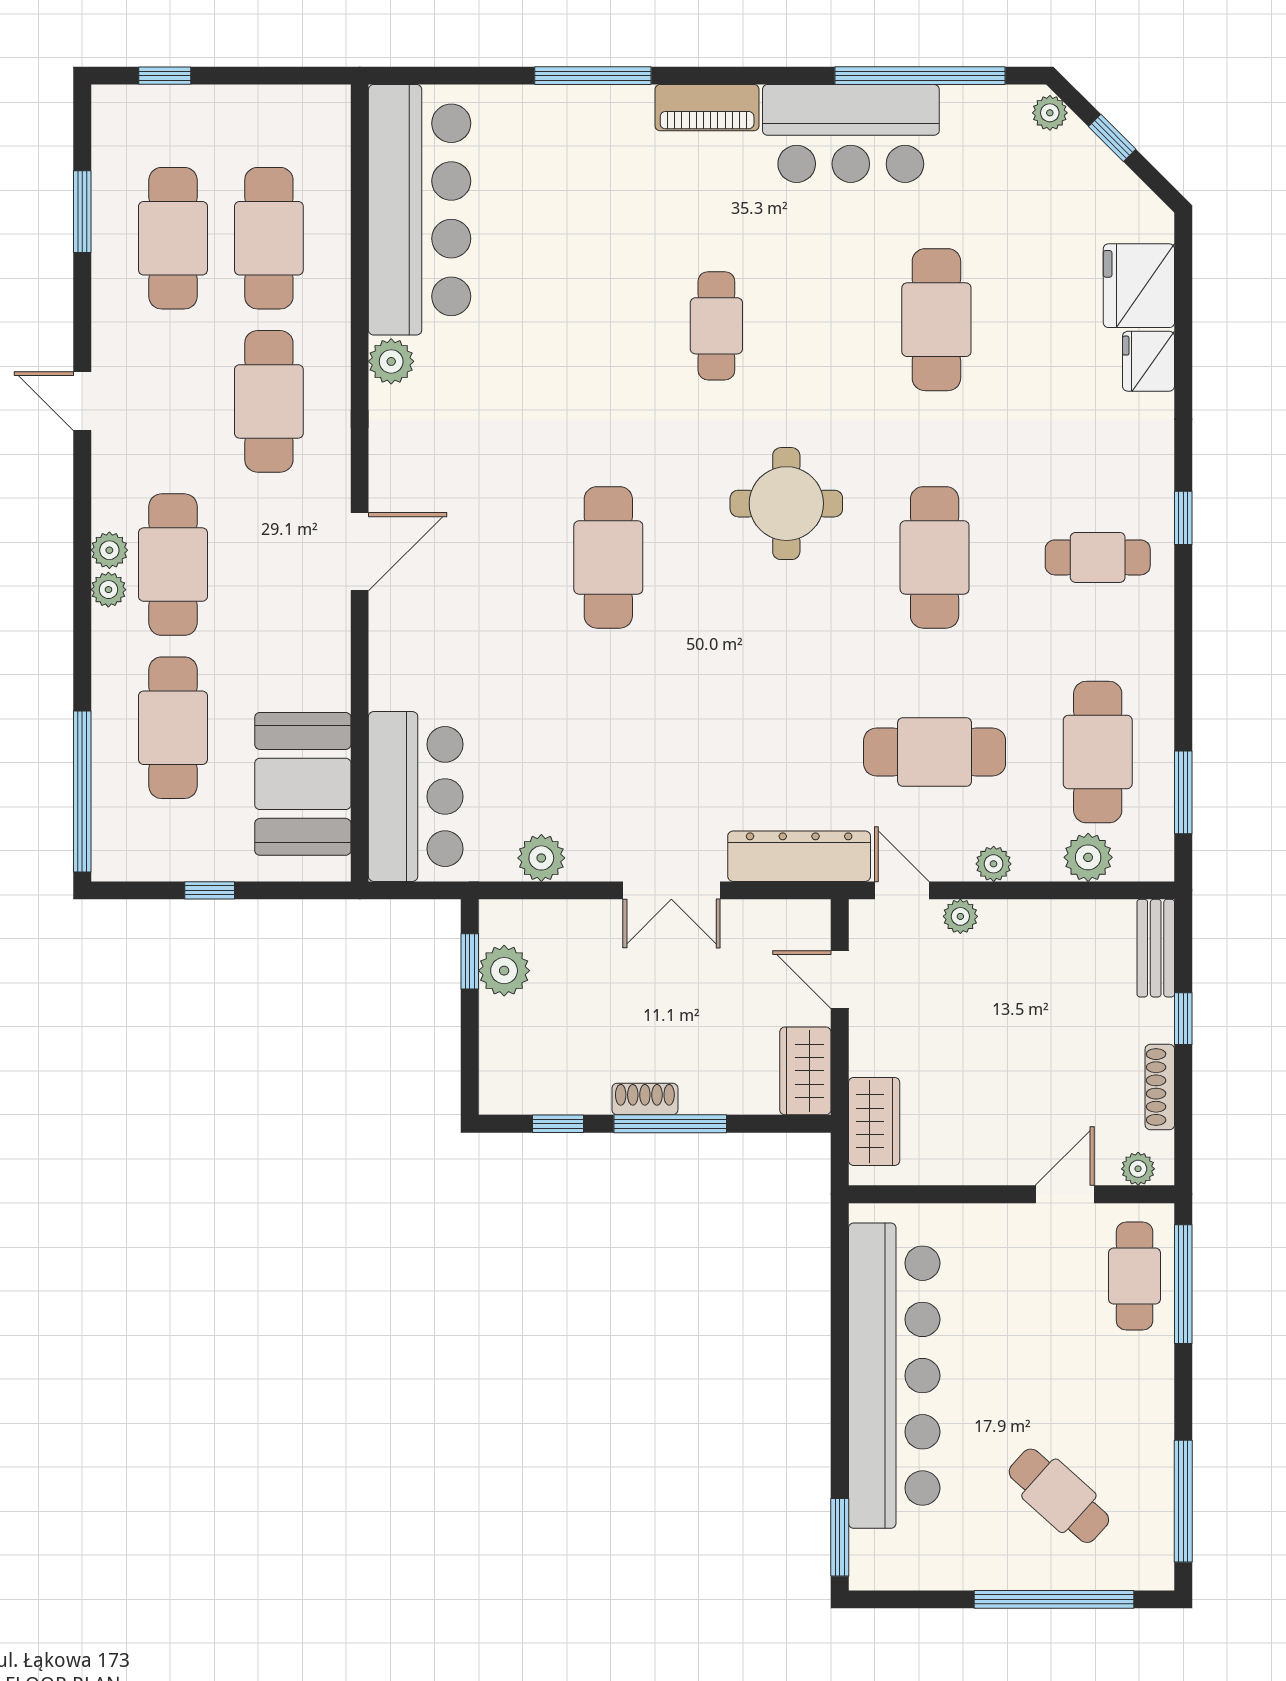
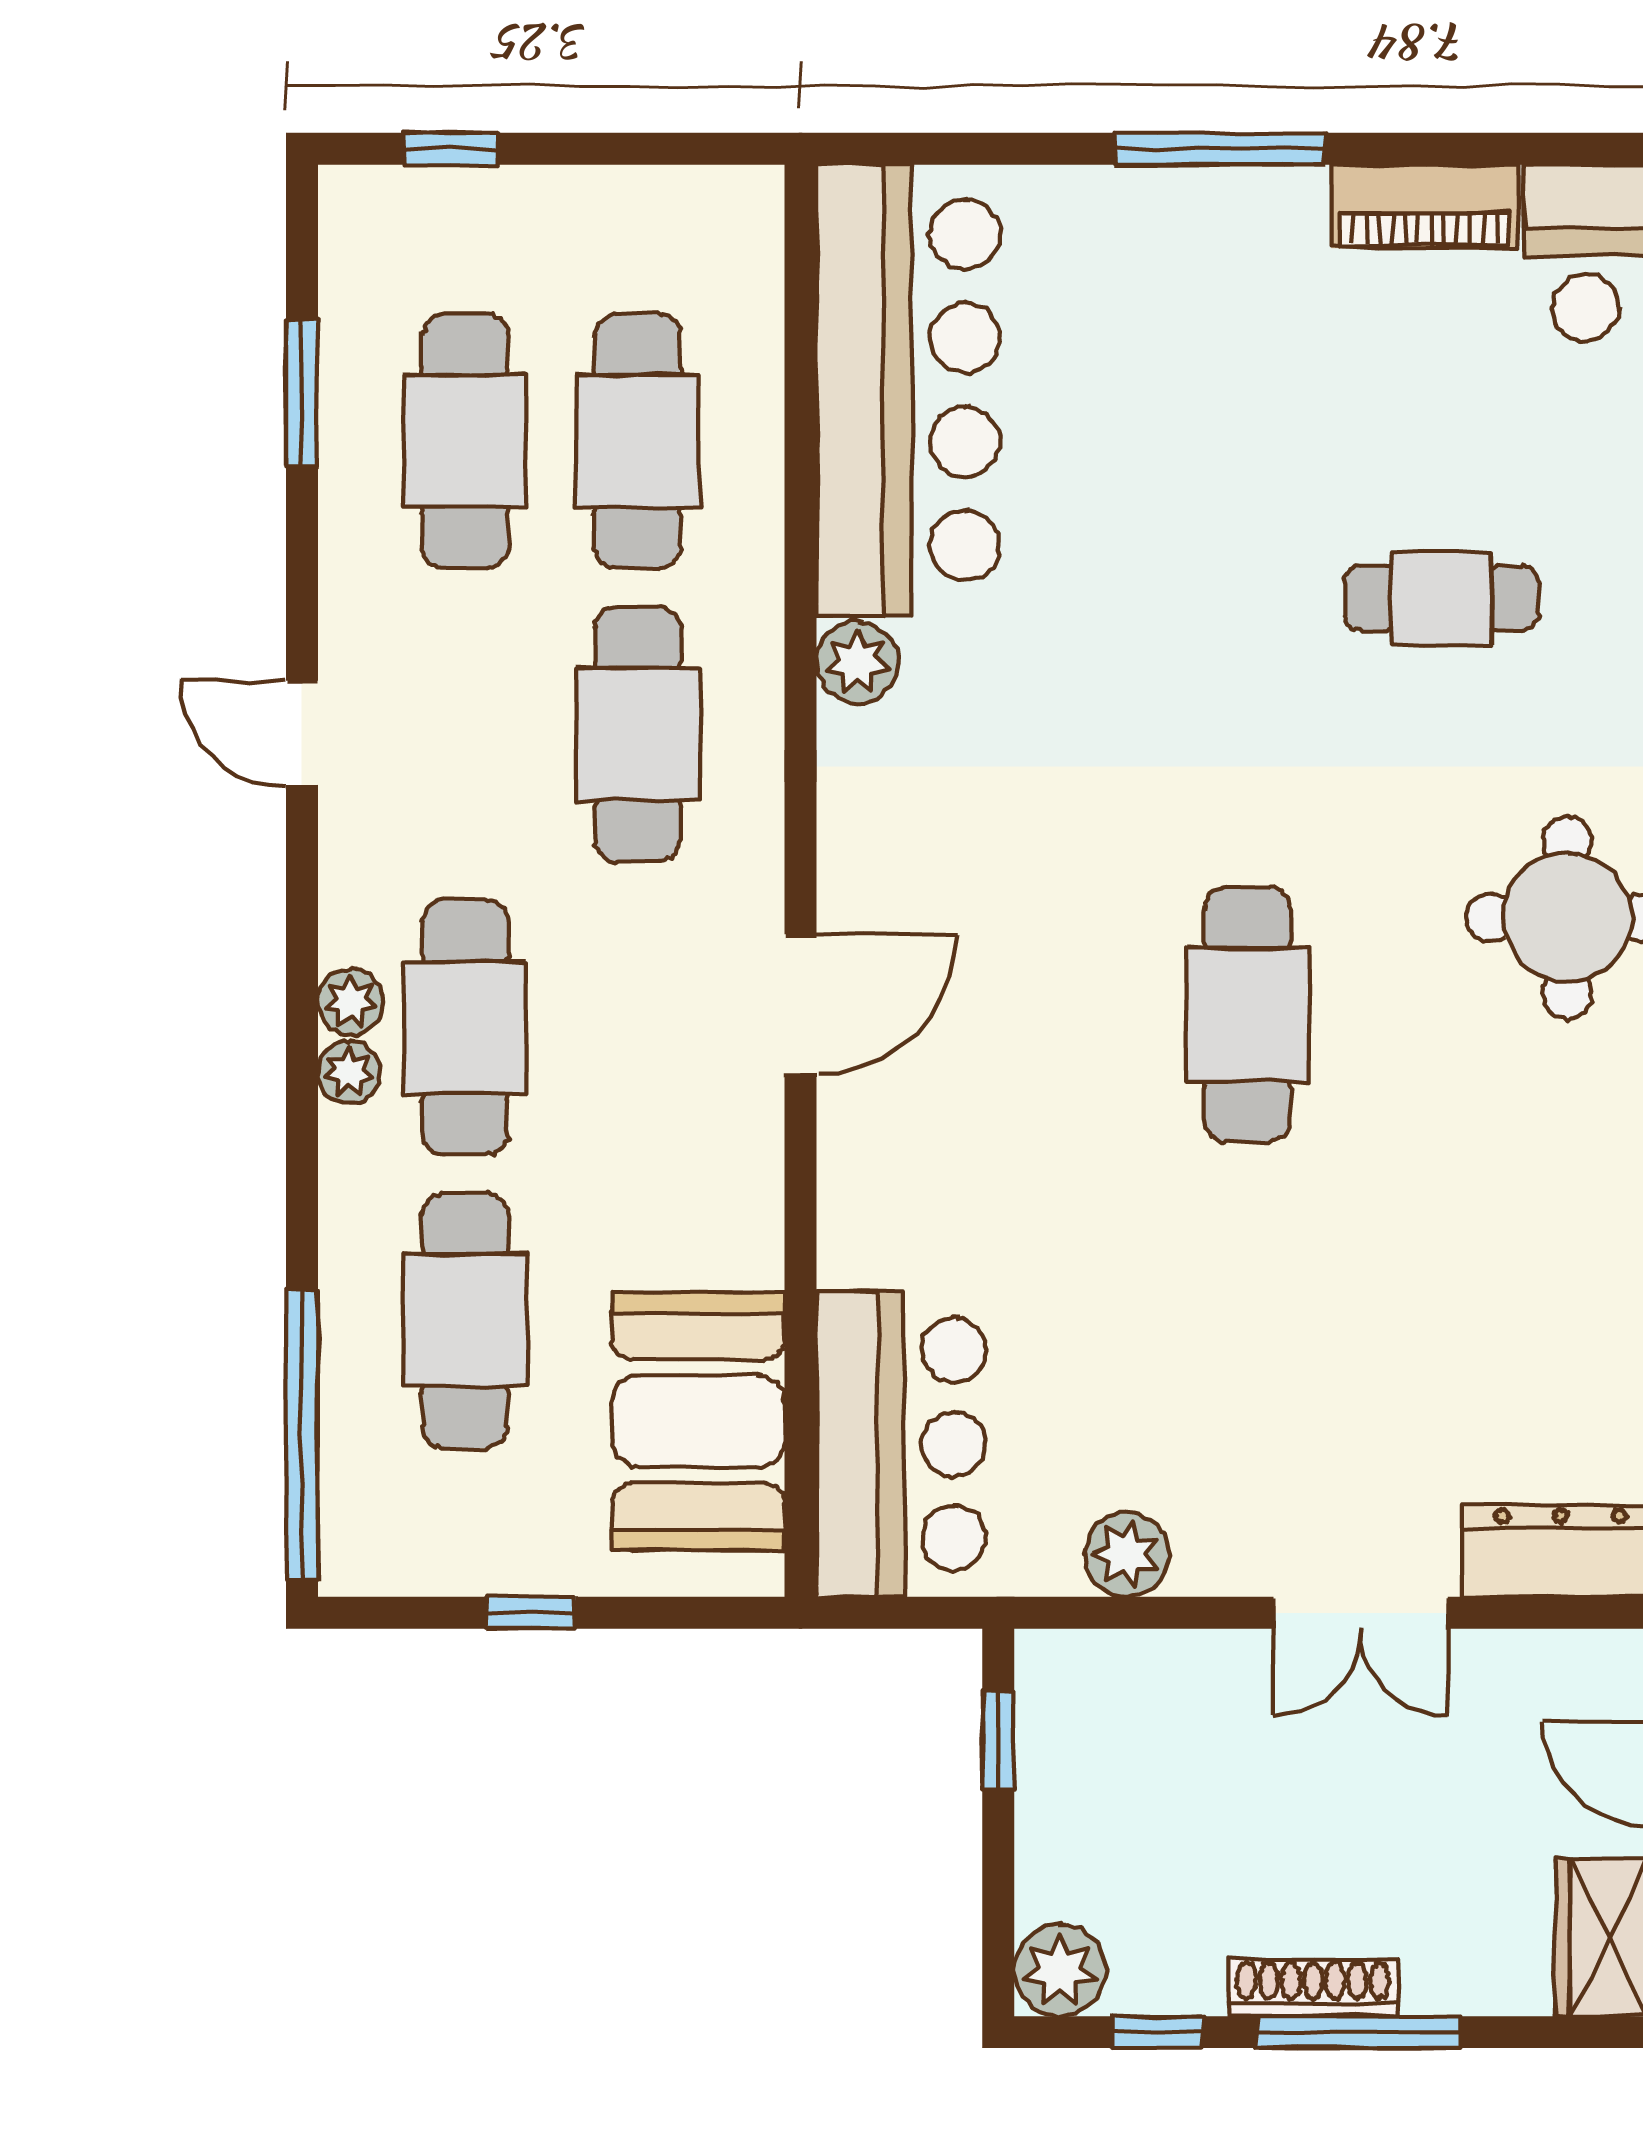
cafe table: (716, 326) -> (1441, 598), turned 90
plant: (504, 971) -> (1060, 1970), moved
shoe rack: (645, 1099) -> (1313, 1988), width x1.43

